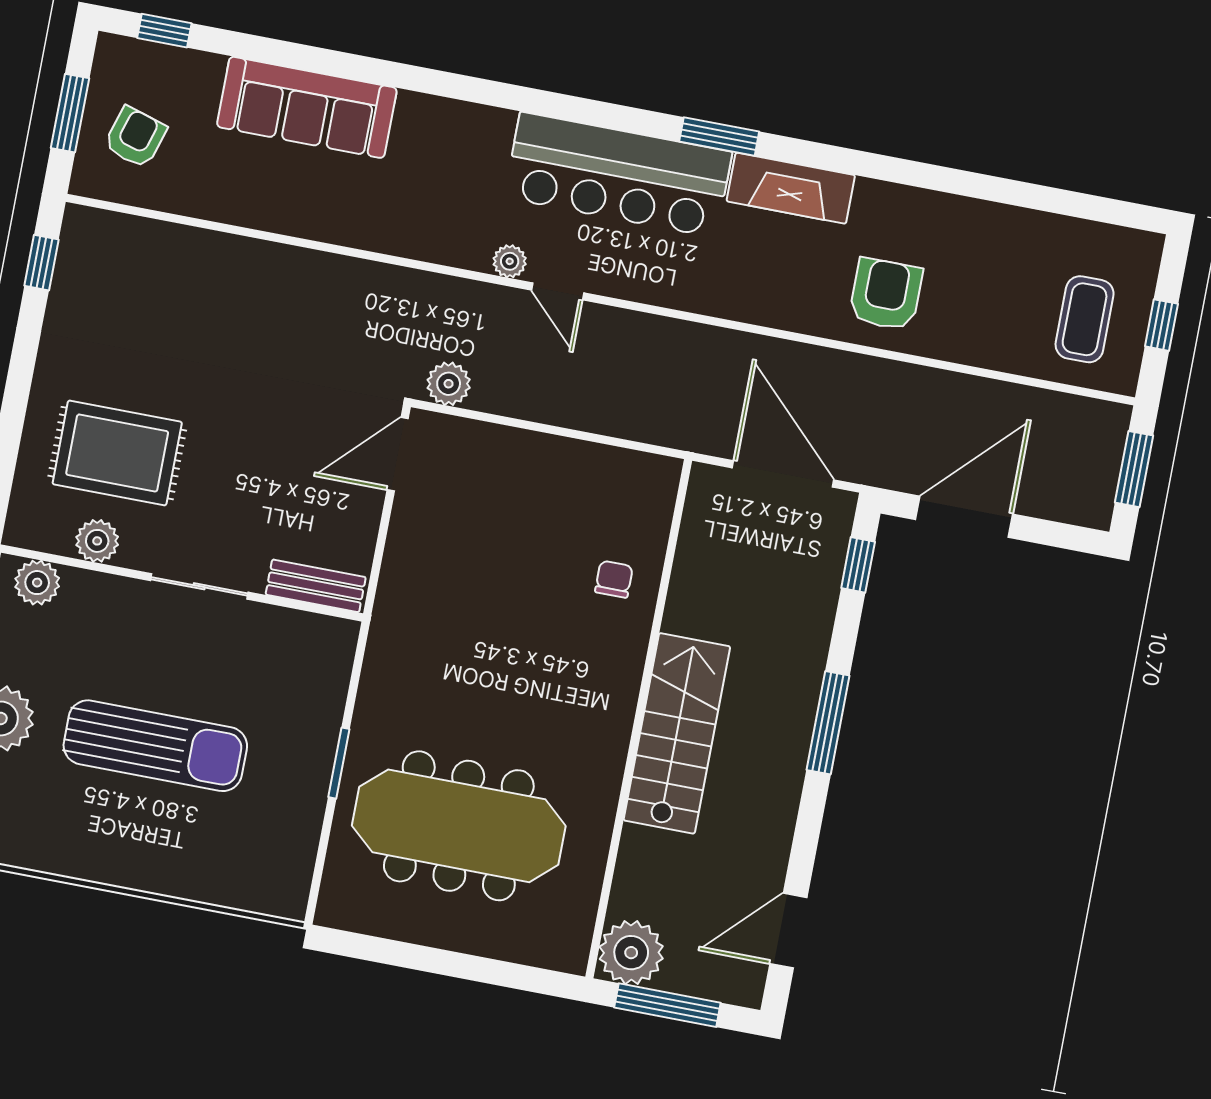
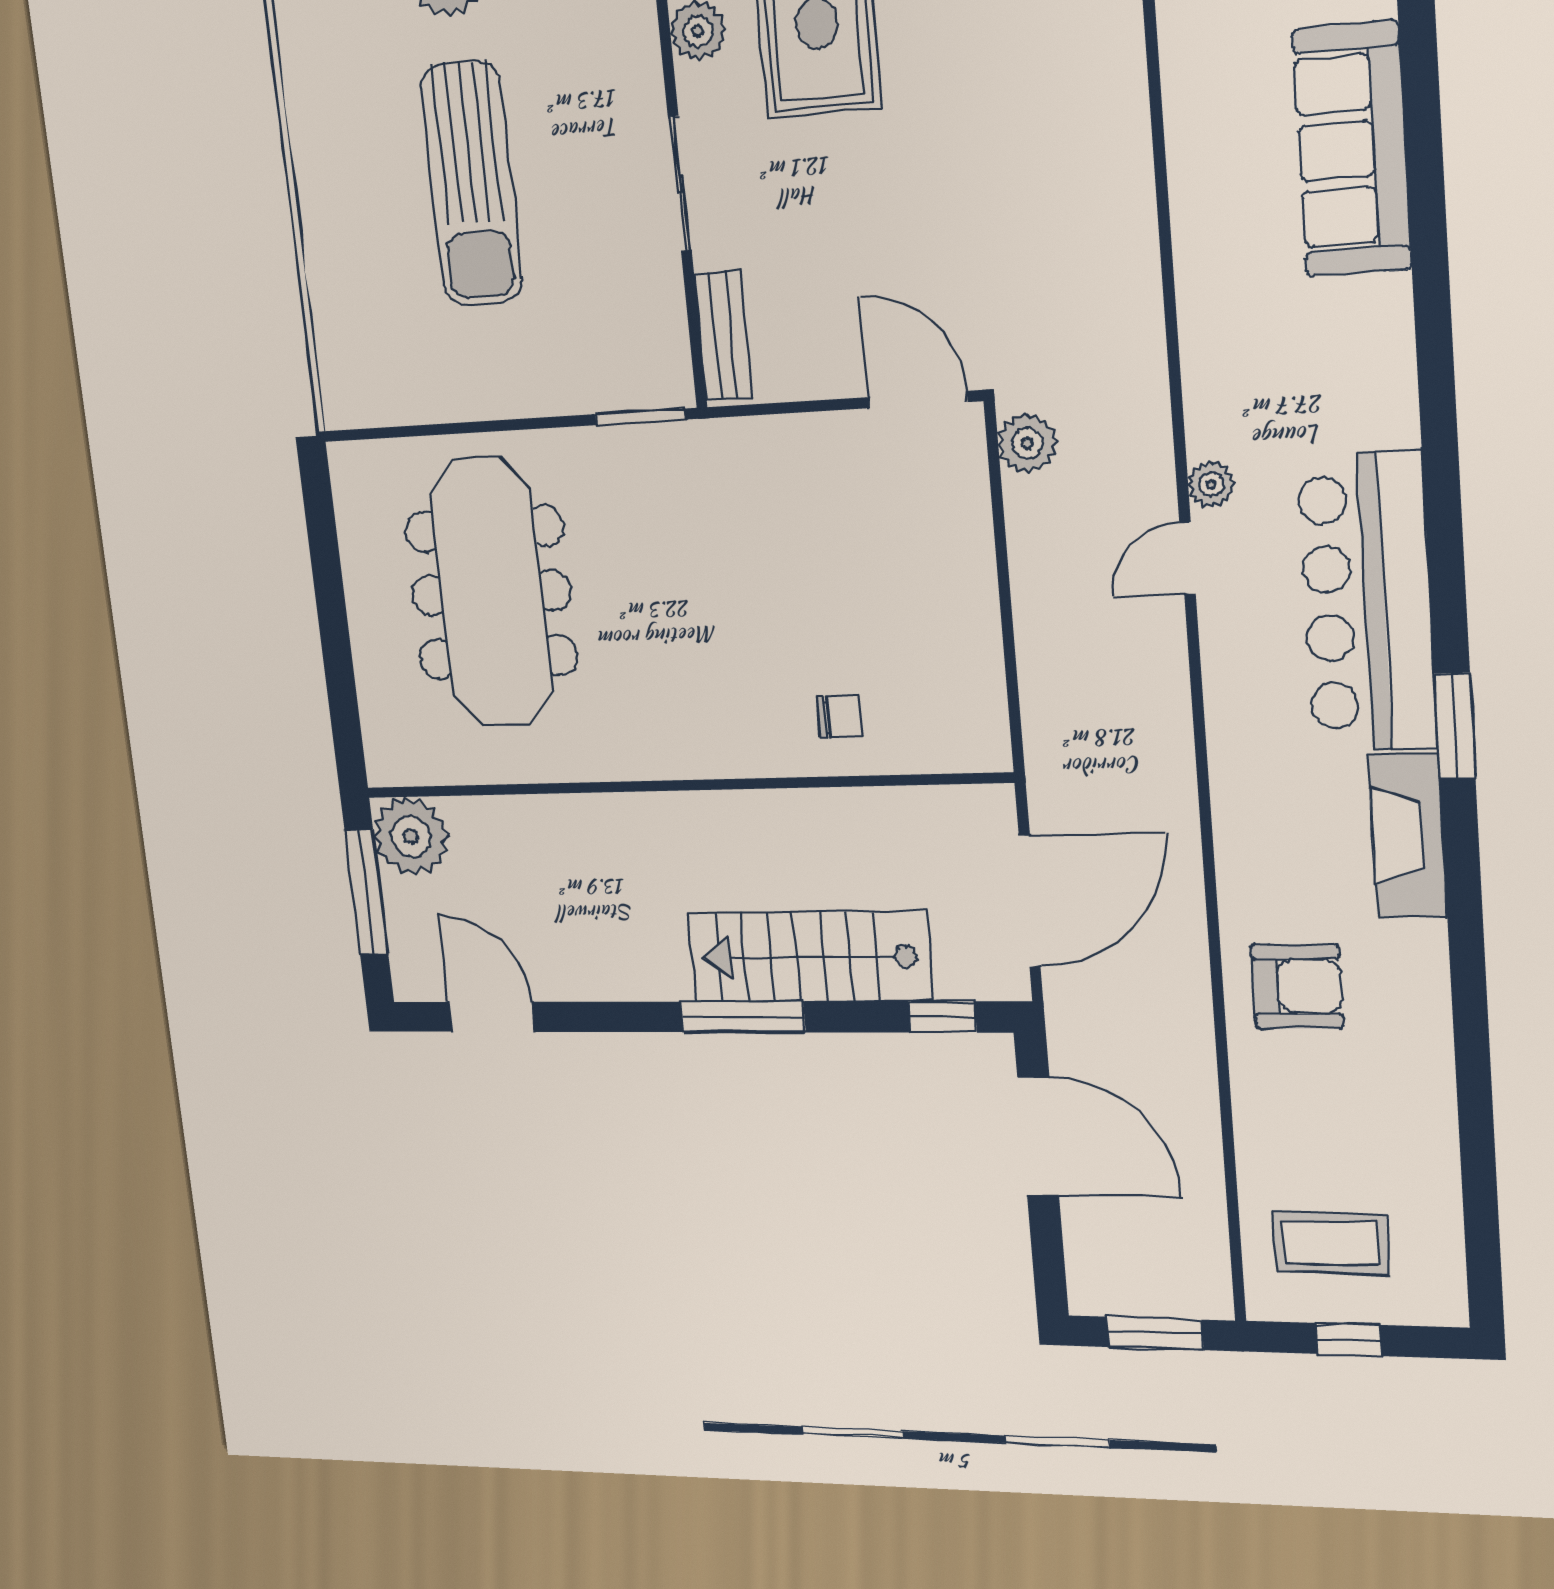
stairs: (677, 733) -> (810, 957), moved, turned 180
window: (339, 763) -> (640, 417), moved

